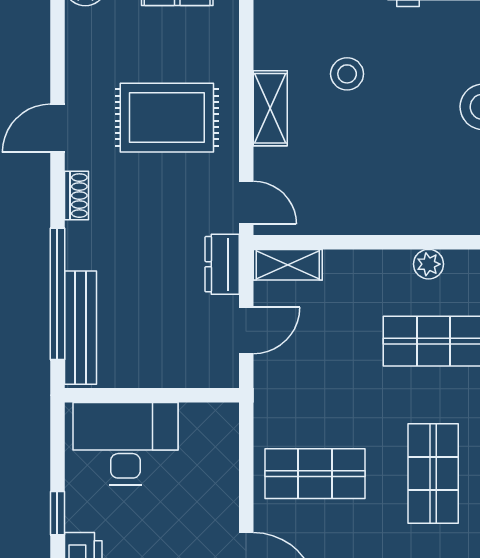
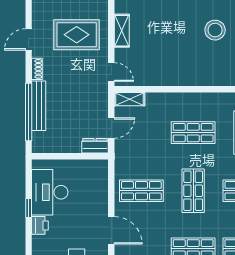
stool: (347, 74) -> (155, 16), removed
dresser: (222, 264) -> (95, 146), moved, turned 90
plant: (429, 264) -> (191, 99), removed
bench: (80, 328) -> (39, 106), moved
desk: (125, 444) -> (50, 192), moved, turned -90

